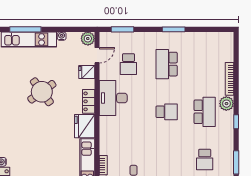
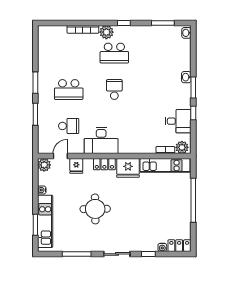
window: (25, 29) -> (35, 225), width x0.69
window: (122, 29) -> (35, 114), moved
door: (97, 55) -> (60, 156), hinge flipped
round table: (42, 92) -> (95, 209), turned 35
school desk: (205, 112) -> (114, 53), turned 180
school desk: (205, 159) -> (160, 53), removed

